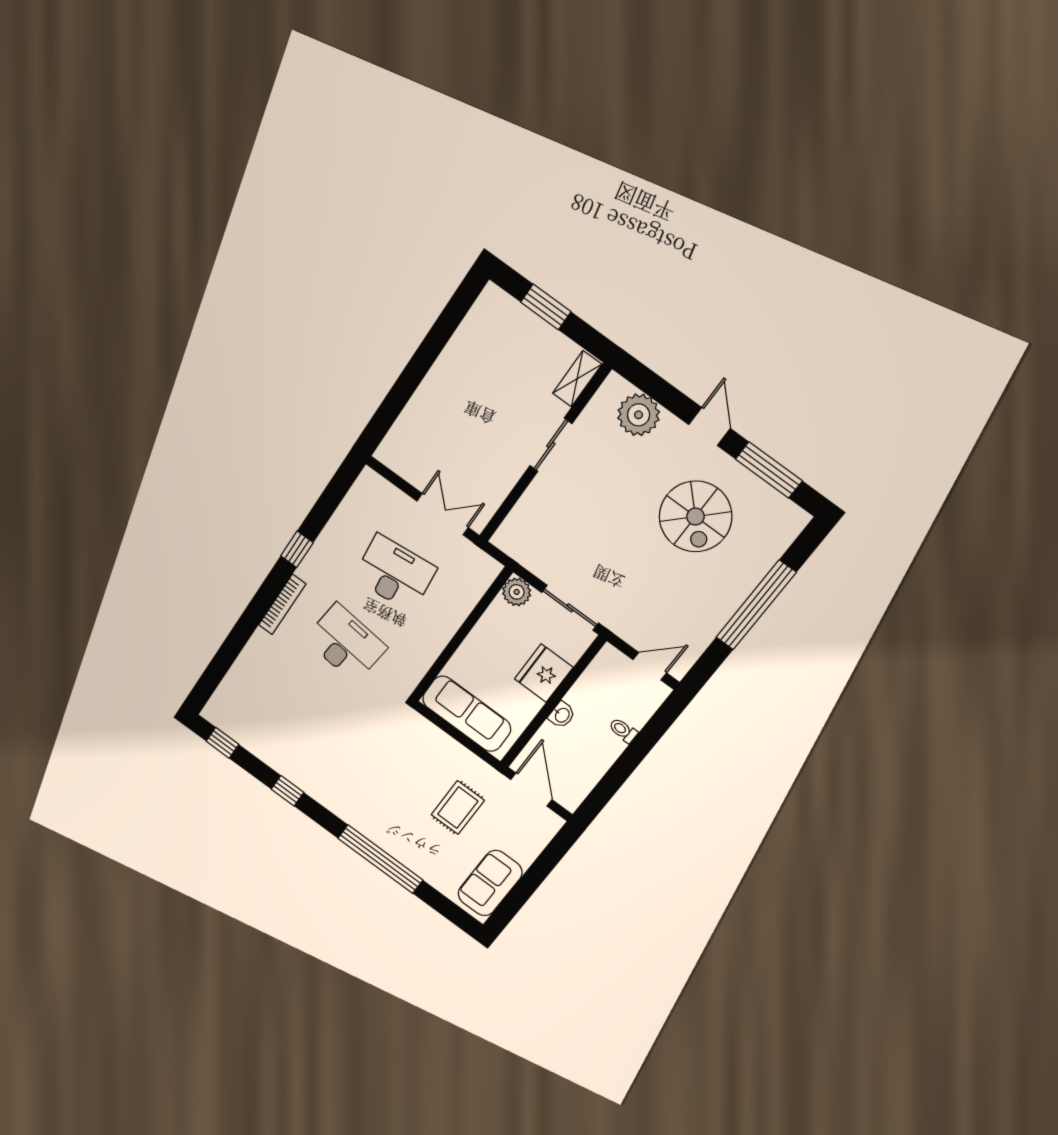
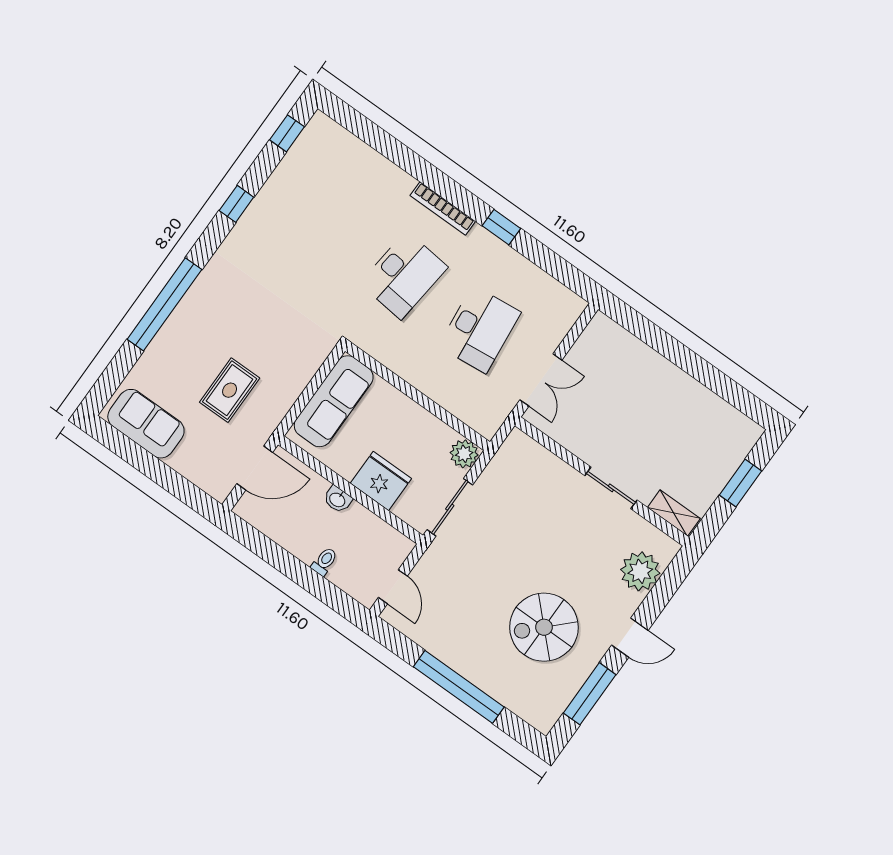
rug: (458, 808) -> (230, 390), turned 90

